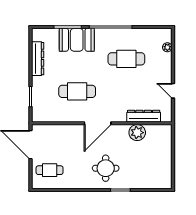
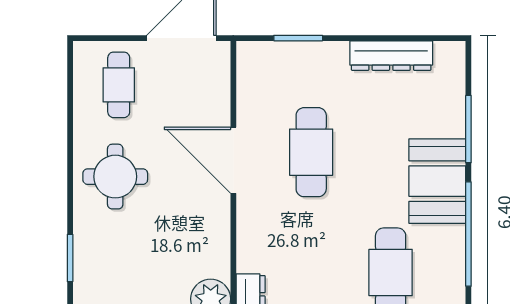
booth: (77, 40) -> (437, 181), moved
door: (98, 123) -> (233, 160), moved
round table: (106, 168) -> (115, 177), moved

